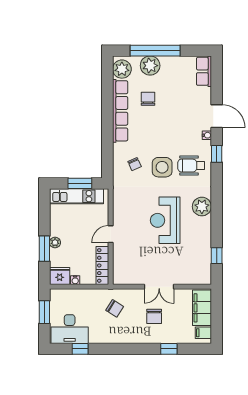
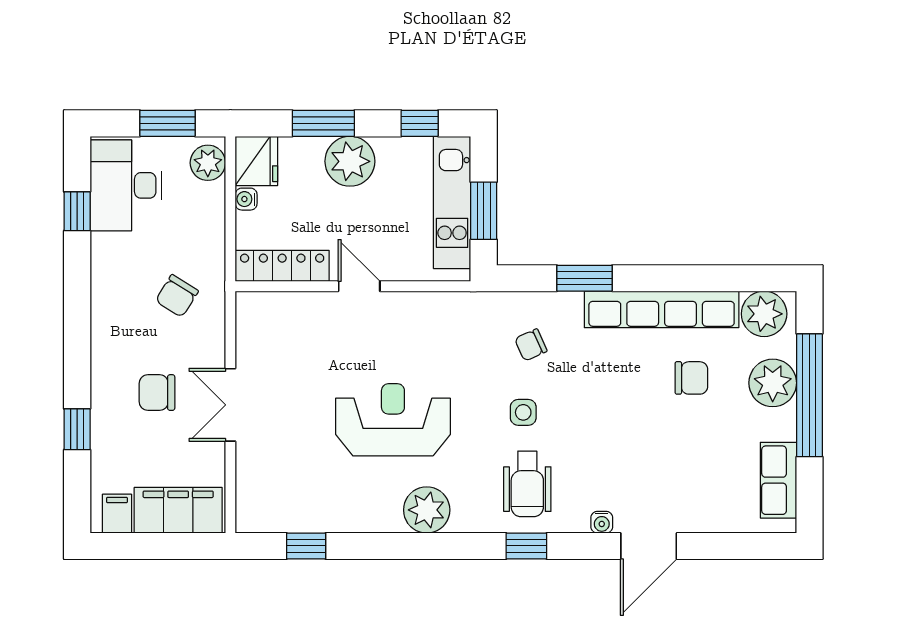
row of seats: (204, 71) -> (778, 480), moved, turned -90
window: (107, 142) -> (584, 278), added
window: (217, 154) -> (526, 546), moved
wheelchair: (191, 166) -> (527, 484), turned 180
side table: (162, 167) -> (523, 412), width x0.54, depth x0.54
window: (44, 209) -> (420, 123), added
plant: (55, 243) -> (350, 161), width x1.88, depth x1.88
plant: (60, 296) -> (208, 163), added

